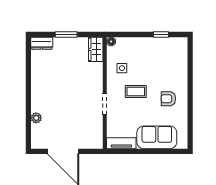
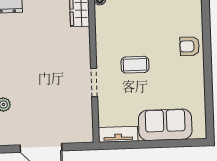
side table: (122, 68) -> (115, 34), removed
armchair: (168, 99) -> (190, 46), moved

